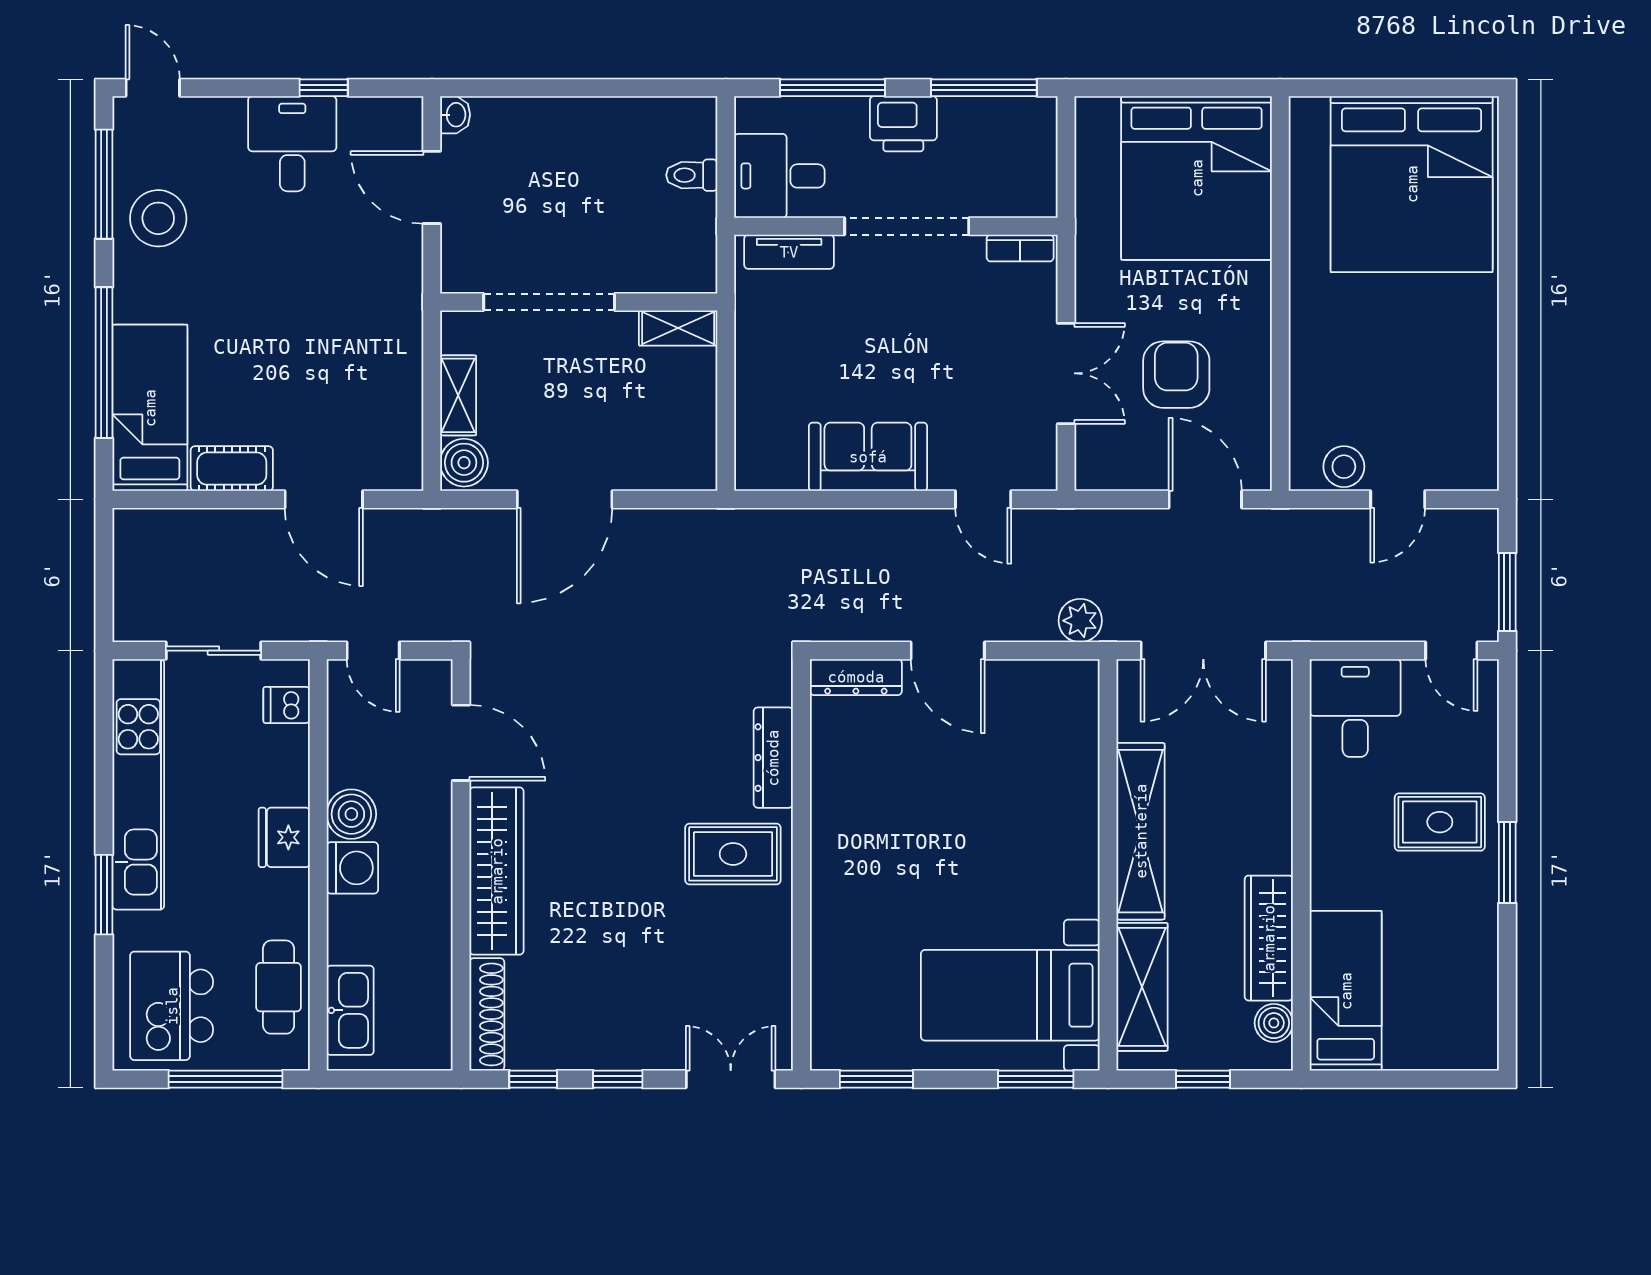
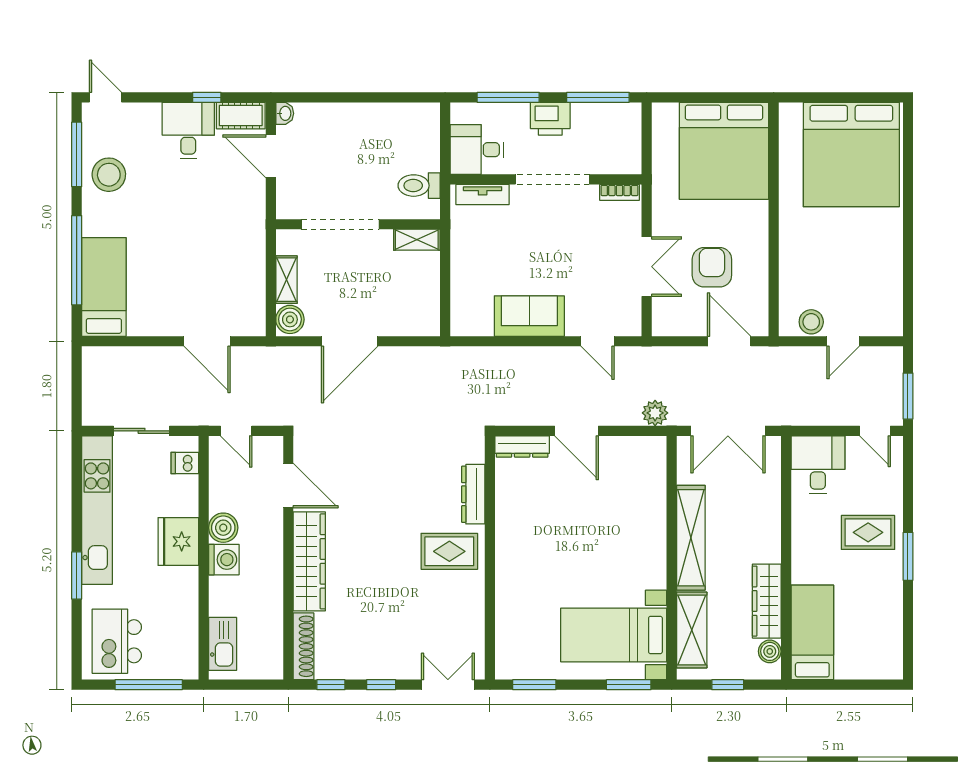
toilet: (692, 175) -> (419, 186), moved, width x1.37, depth x1.39
cot: (232, 469) -> (241, 116), moved
fridge: (284, 837) -> (178, 541), width x1.36, depth x1.34
cafe table: (279, 987) -> (180, 630), removed

